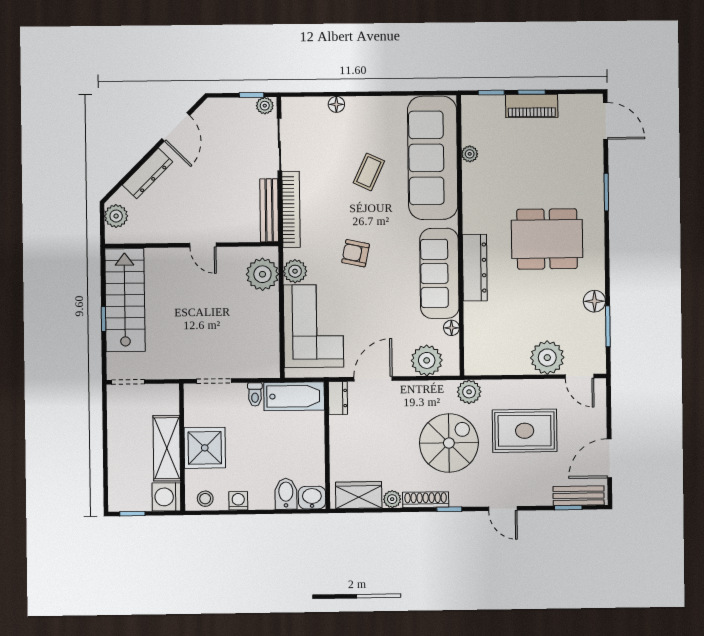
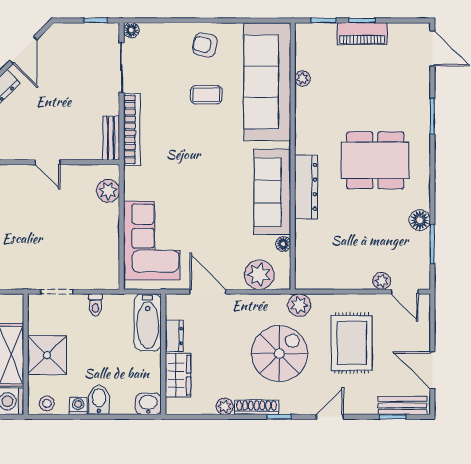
floor lamp: (336, 104) -> (131, 30), moved
plant: (265, 106) -> (108, 31), removed
coffee table: (369, 172) -> (206, 95), turned 65
bench: (269, 210) -> (111, 138), width x0.73
armchair: (356, 253) -> (205, 45), moved
plant: (295, 271) -> (135, 188), removed
plant: (262, 274) -> (108, 191), width x0.73, depth x0.73
plant: (547, 358) -> (382, 281), width x0.53, depth x0.53
door: (373, 379) -> (208, 292), hinge flipped
bathtub: (294, 396) -> (148, 322), moved, turned 90
dresser: (338, 398) -> (174, 336), moved
rug: (525, 431) -> (352, 343), turned 90
door: (609, 458) -> (432, 370), hinge flipped
bidet: (286, 494) -> (99, 400), moved
wardrobe: (359, 495) -> (178, 375), moved, turned 90
door: (503, 509) -> (330, 417), swing flipped

